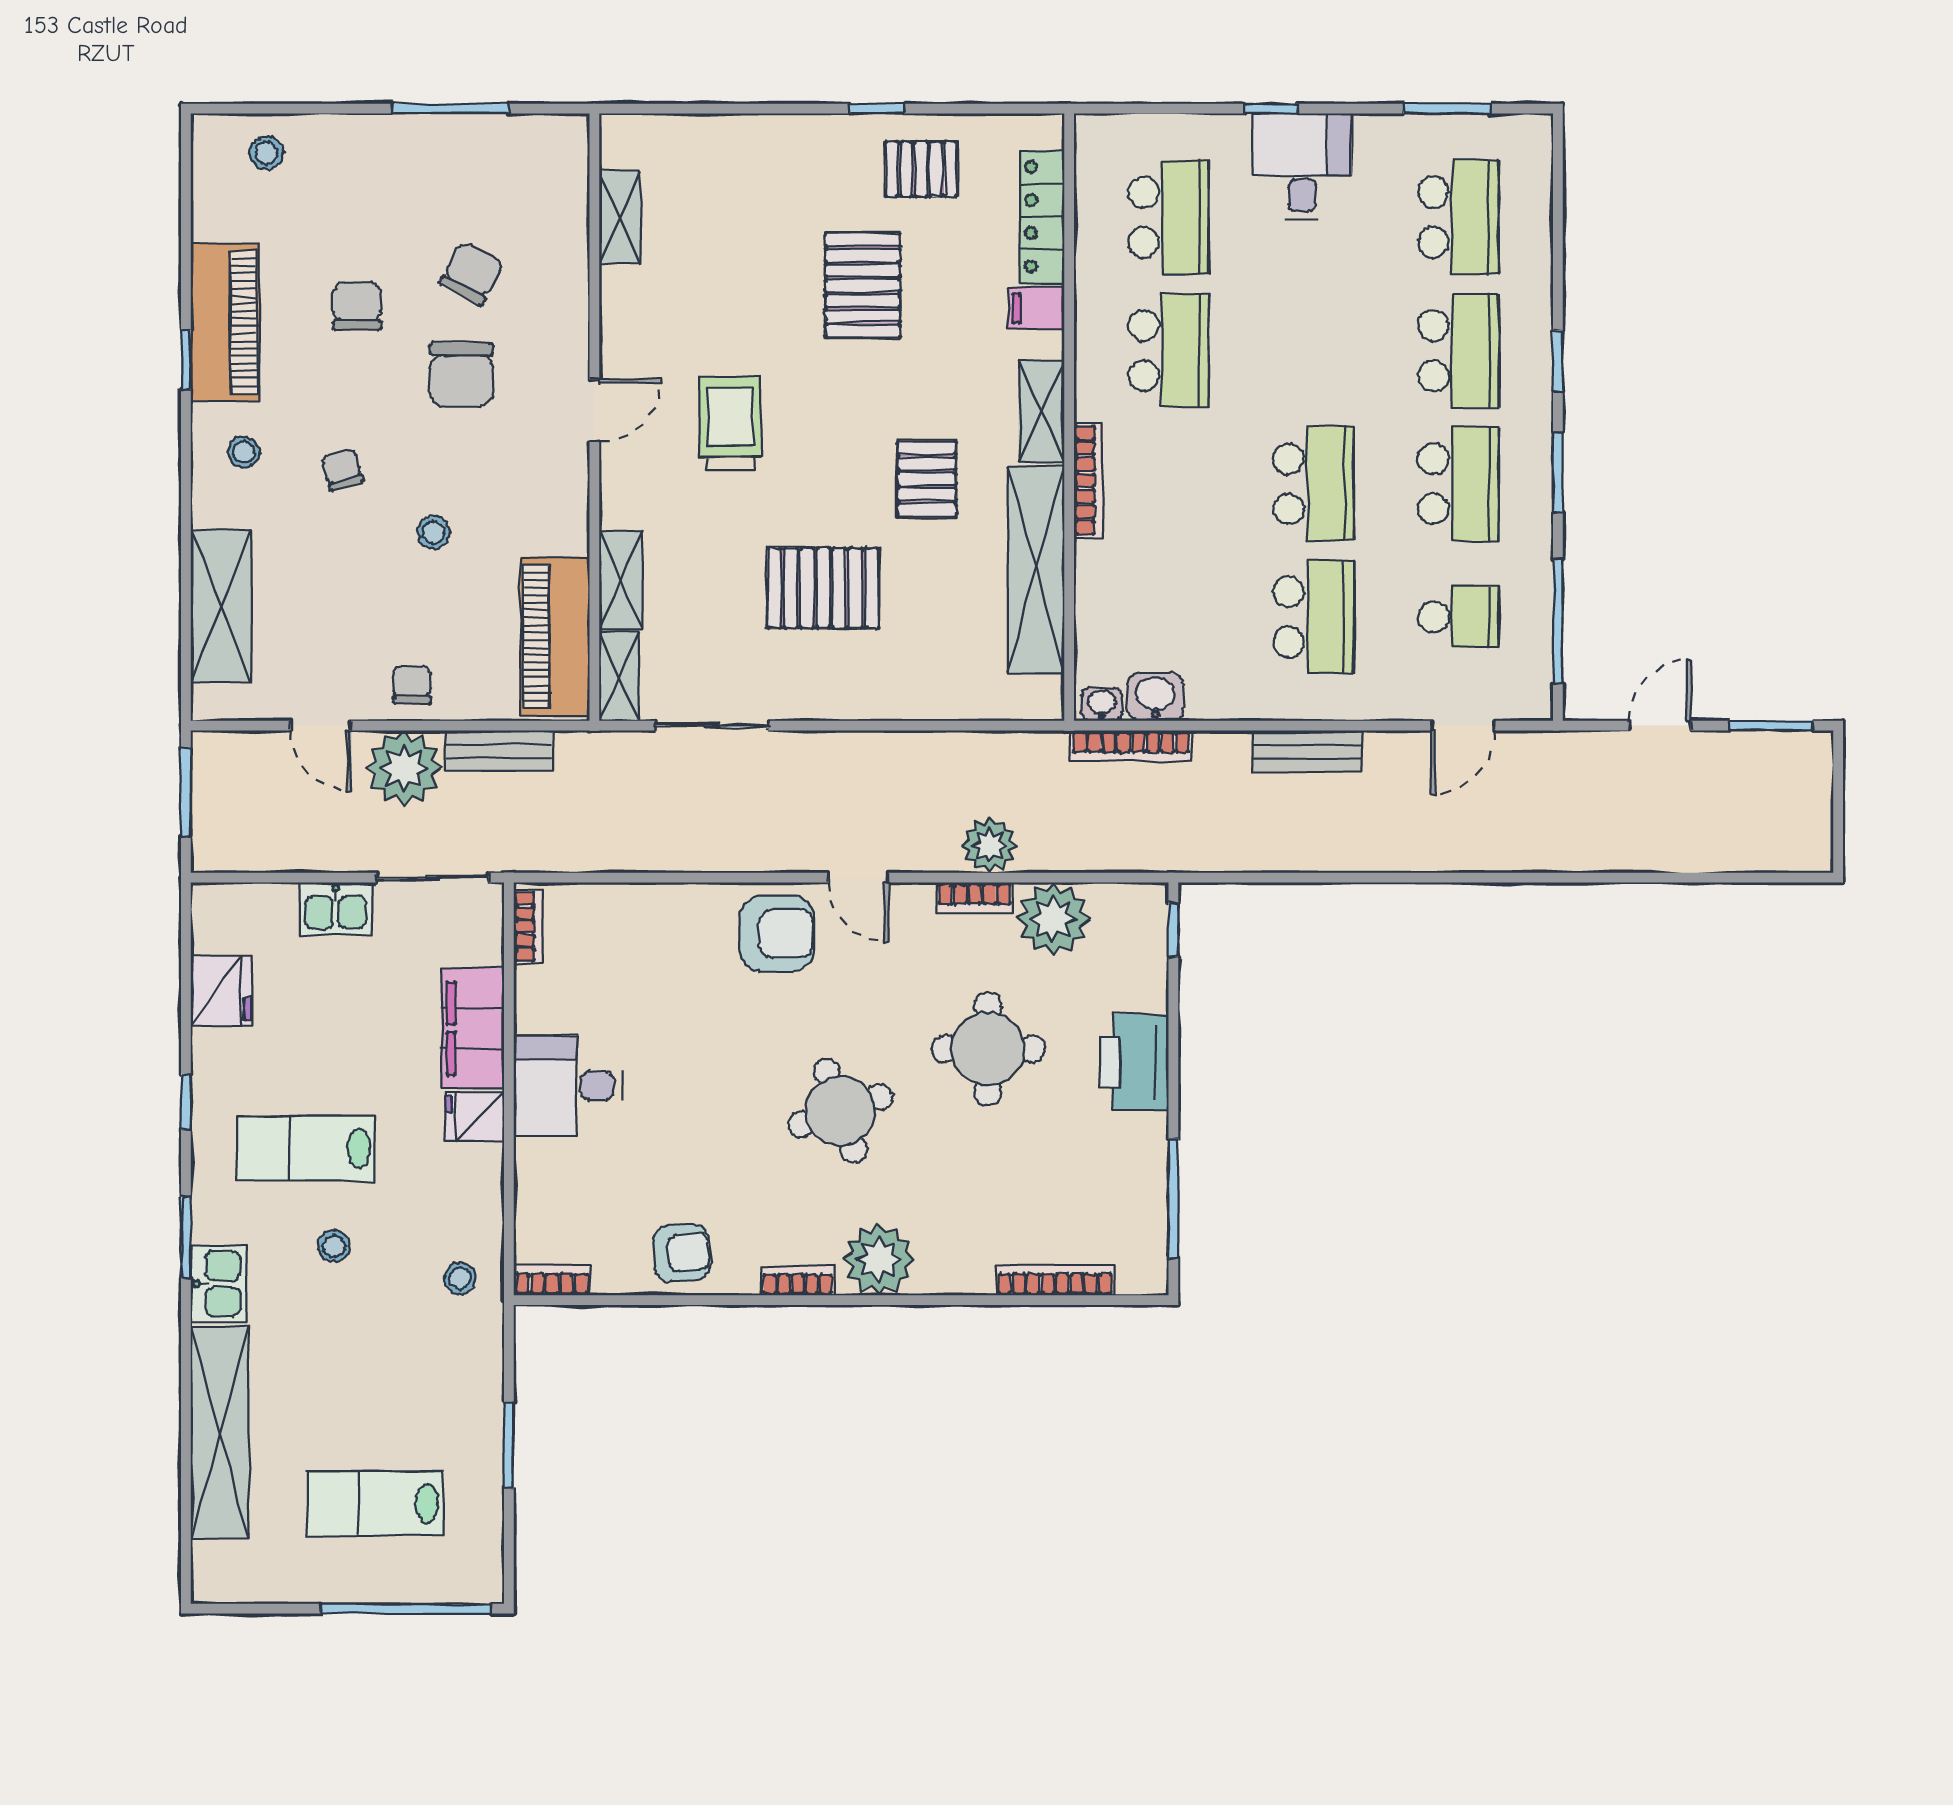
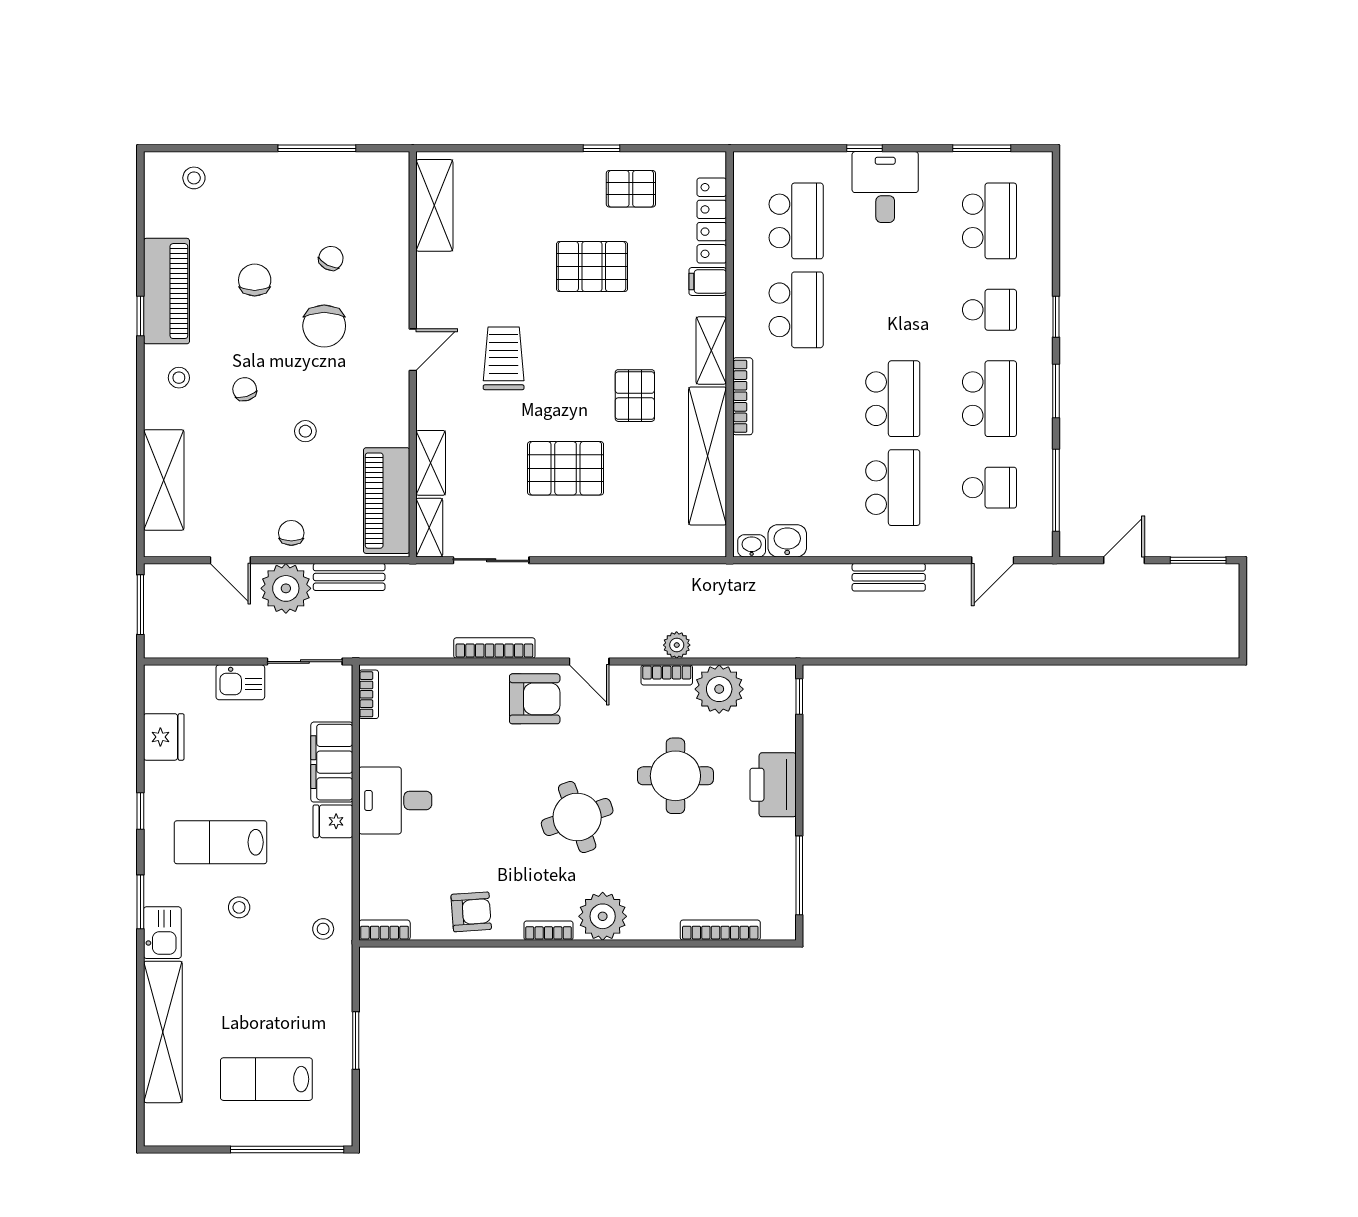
shelving: (620, 217) -> (434, 205), width x1.50, depth x1.33
chair: (472, 273) -> (331, 258), width x0.73, depth x0.73
pallet: (863, 286) -> (592, 267), turned 90
school desk: (1458, 350) -> (989, 310), width x0.54
bookcase: (1131, 746) -> (494, 648), moved, turned 180
plant: (990, 845) -> (677, 645), width x0.73, depth x0.73

